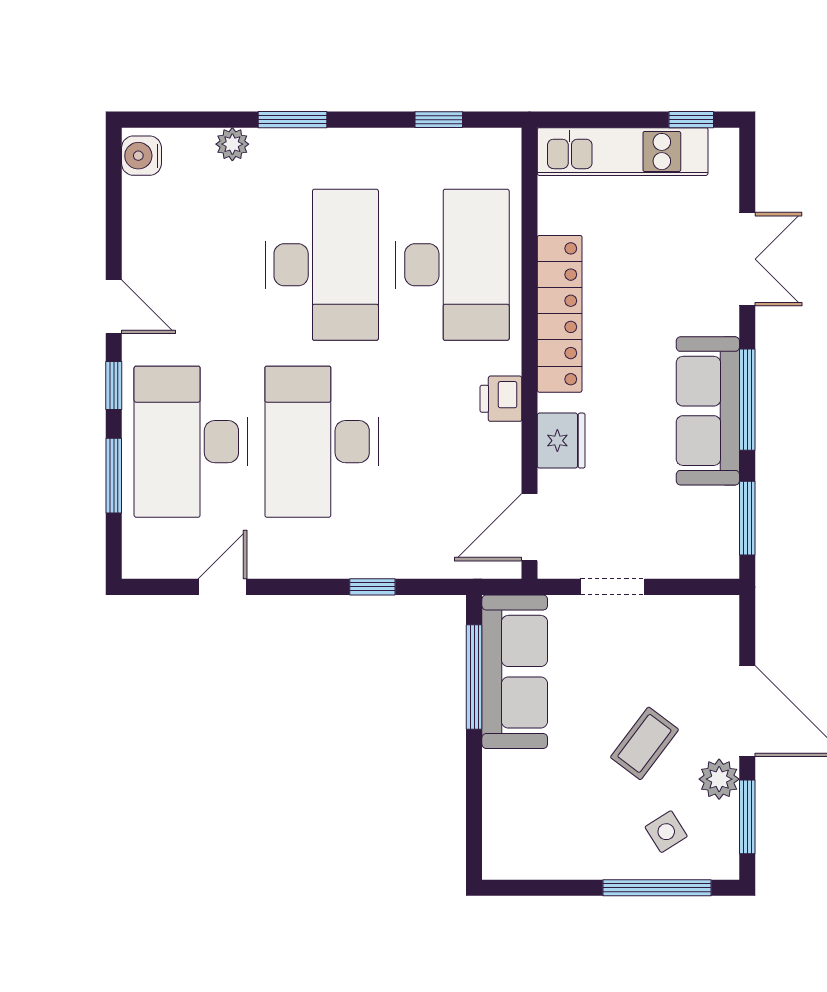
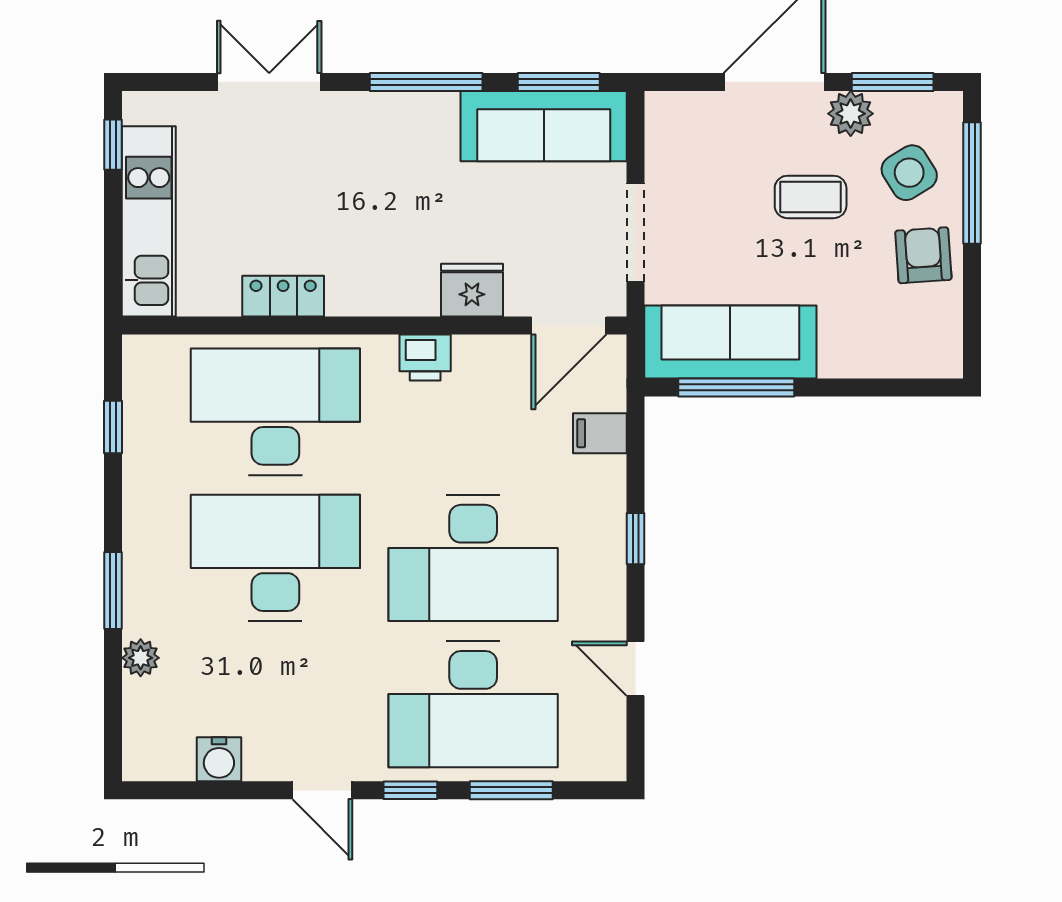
water cooler: (141, 156) -> (219, 759), moved
door: (114, 307) -> (322, 790), swing flipped
locker: (560, 314) -> (283, 296), width x0.46, depth x0.83
sofa: (708, 411) -> (544, 126), moved
door: (530, 527) -> (569, 325), hinge flipped
filing cabinet: (433, 555) -> (600, 433), added
window: (372, 587) -> (635, 539), moved
doorway: (612, 587) -> (635, 233), width x1.38
coffee table: (644, 743) -> (811, 197), turned -37
side table: (666, 832) -> (909, 173), width x1.37, depth x1.37
armchair: (592, 844) -> (923, 255), added

